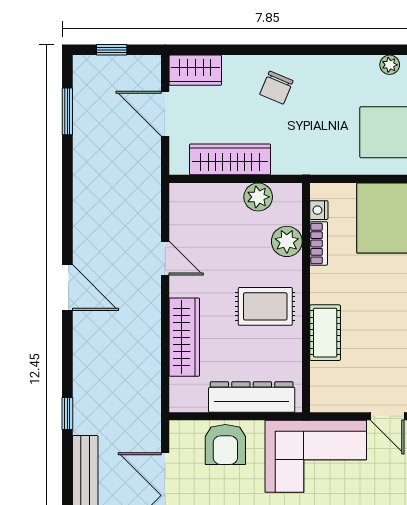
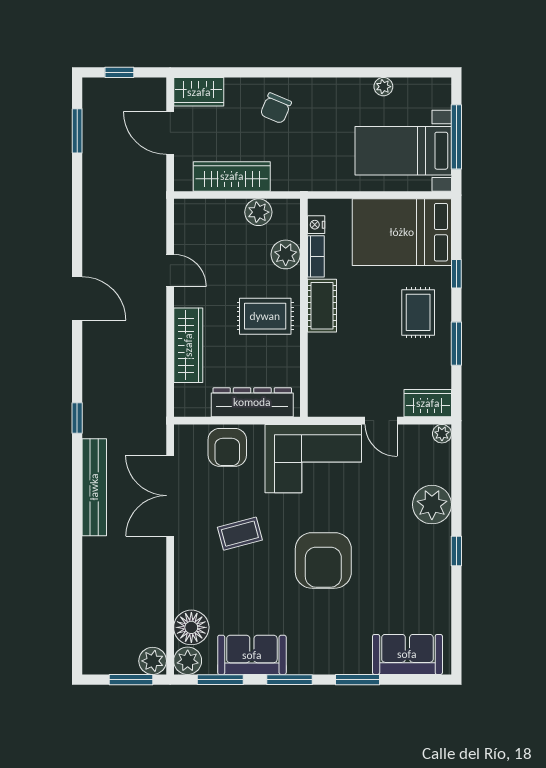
cot: (325, 333) -> (322, 306), moved

